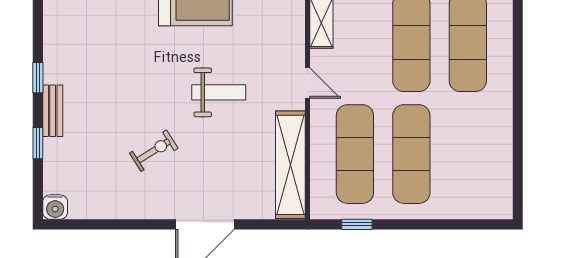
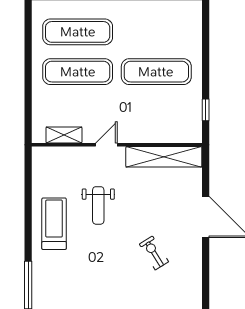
weight bench: (219, 92) -> (98, 205), moved, turned 180
exercise mat: (355, 154) -> (156, 111), removed

